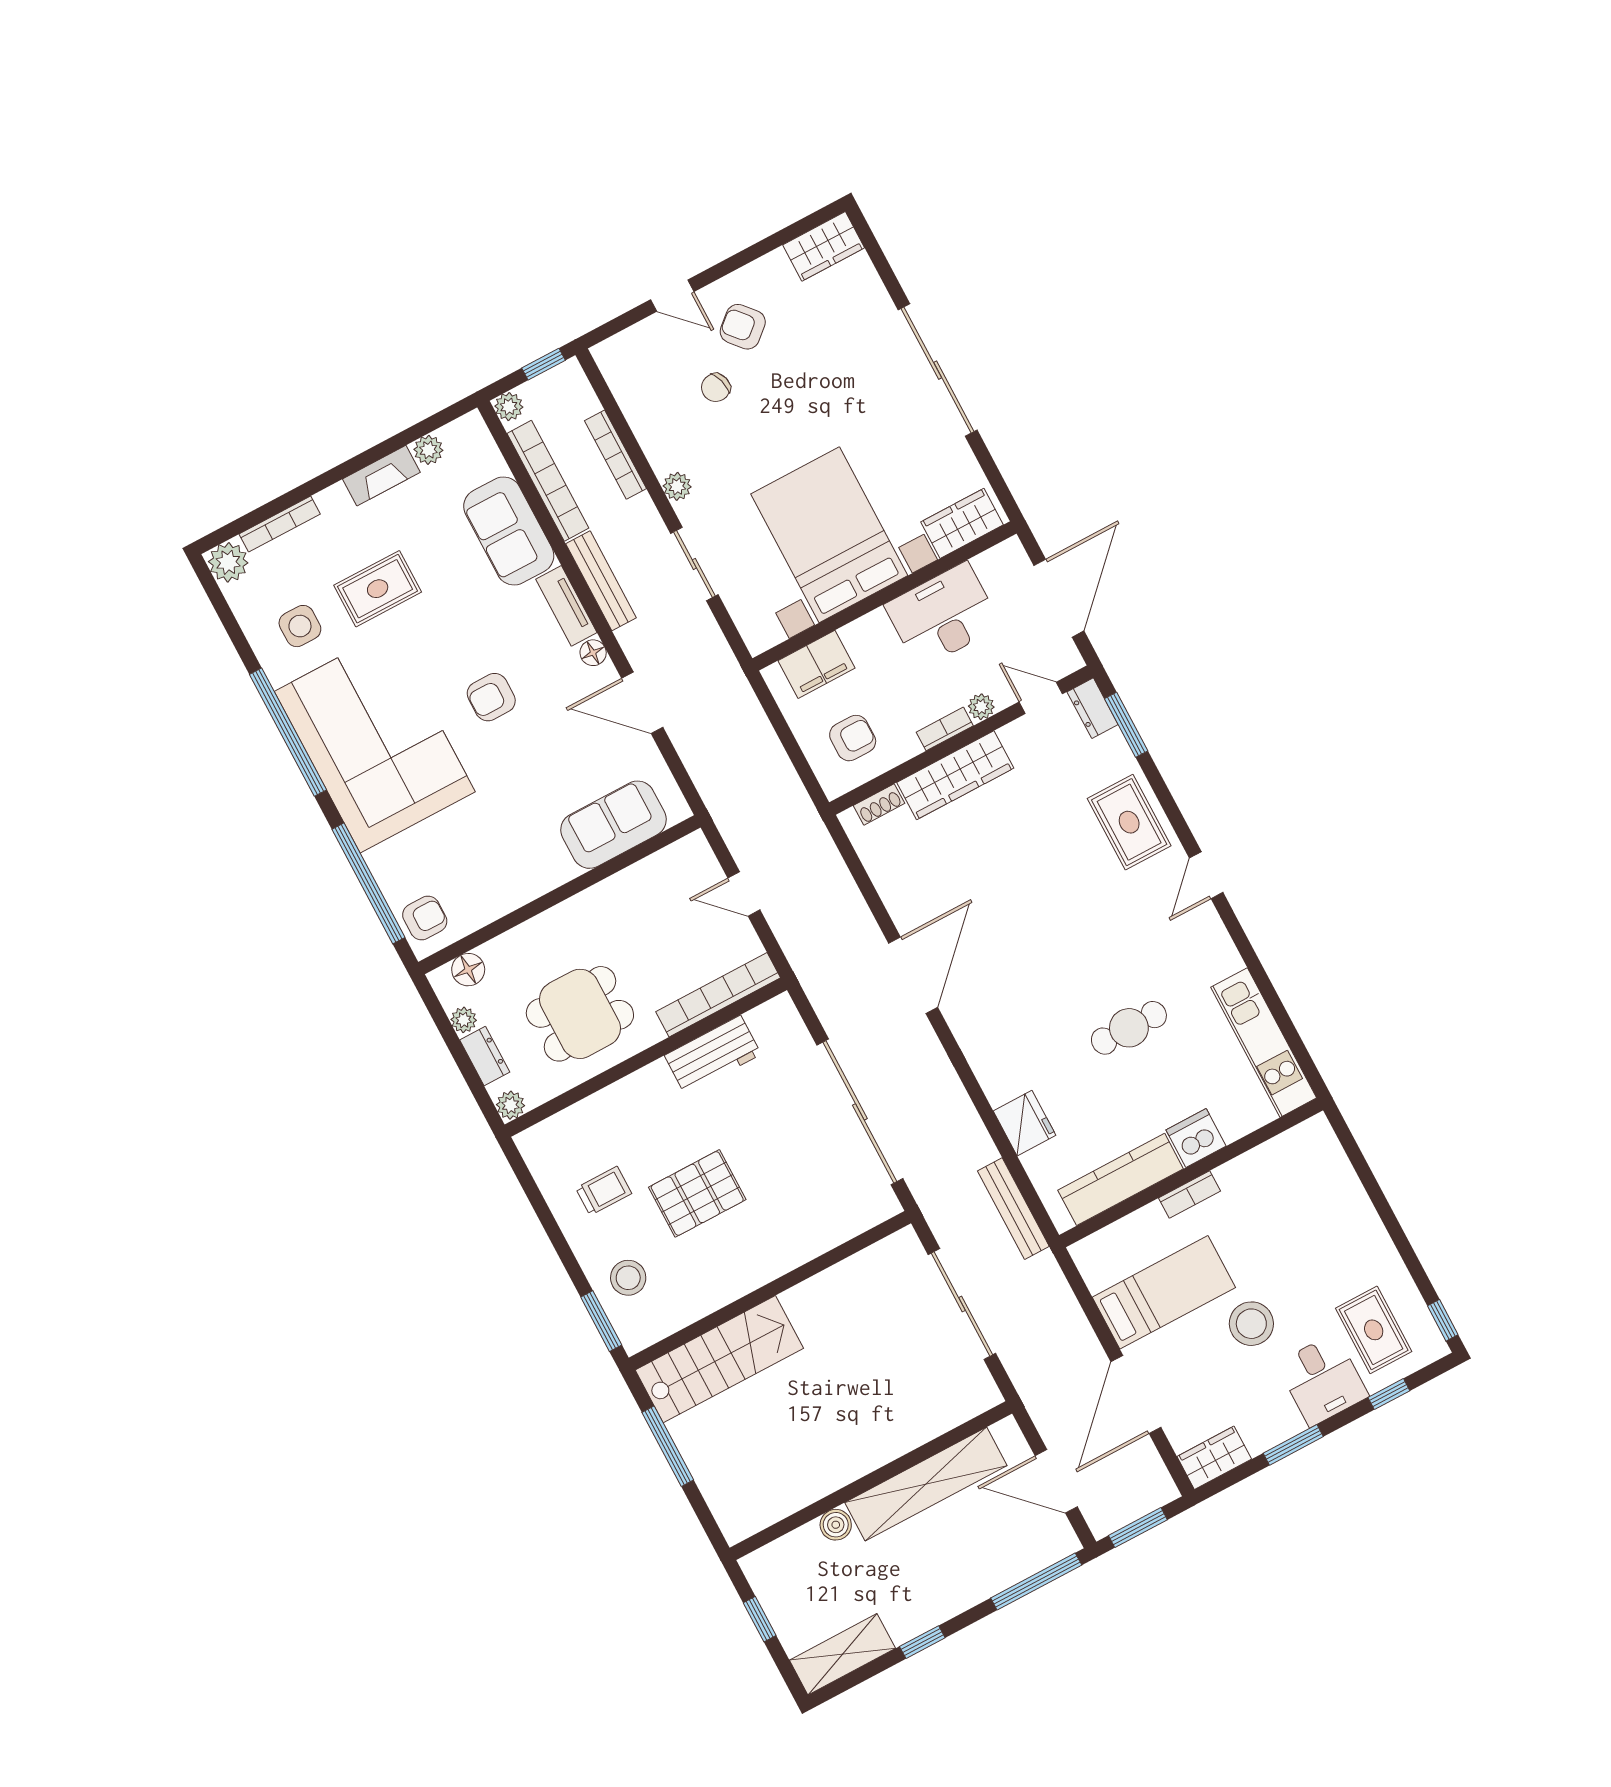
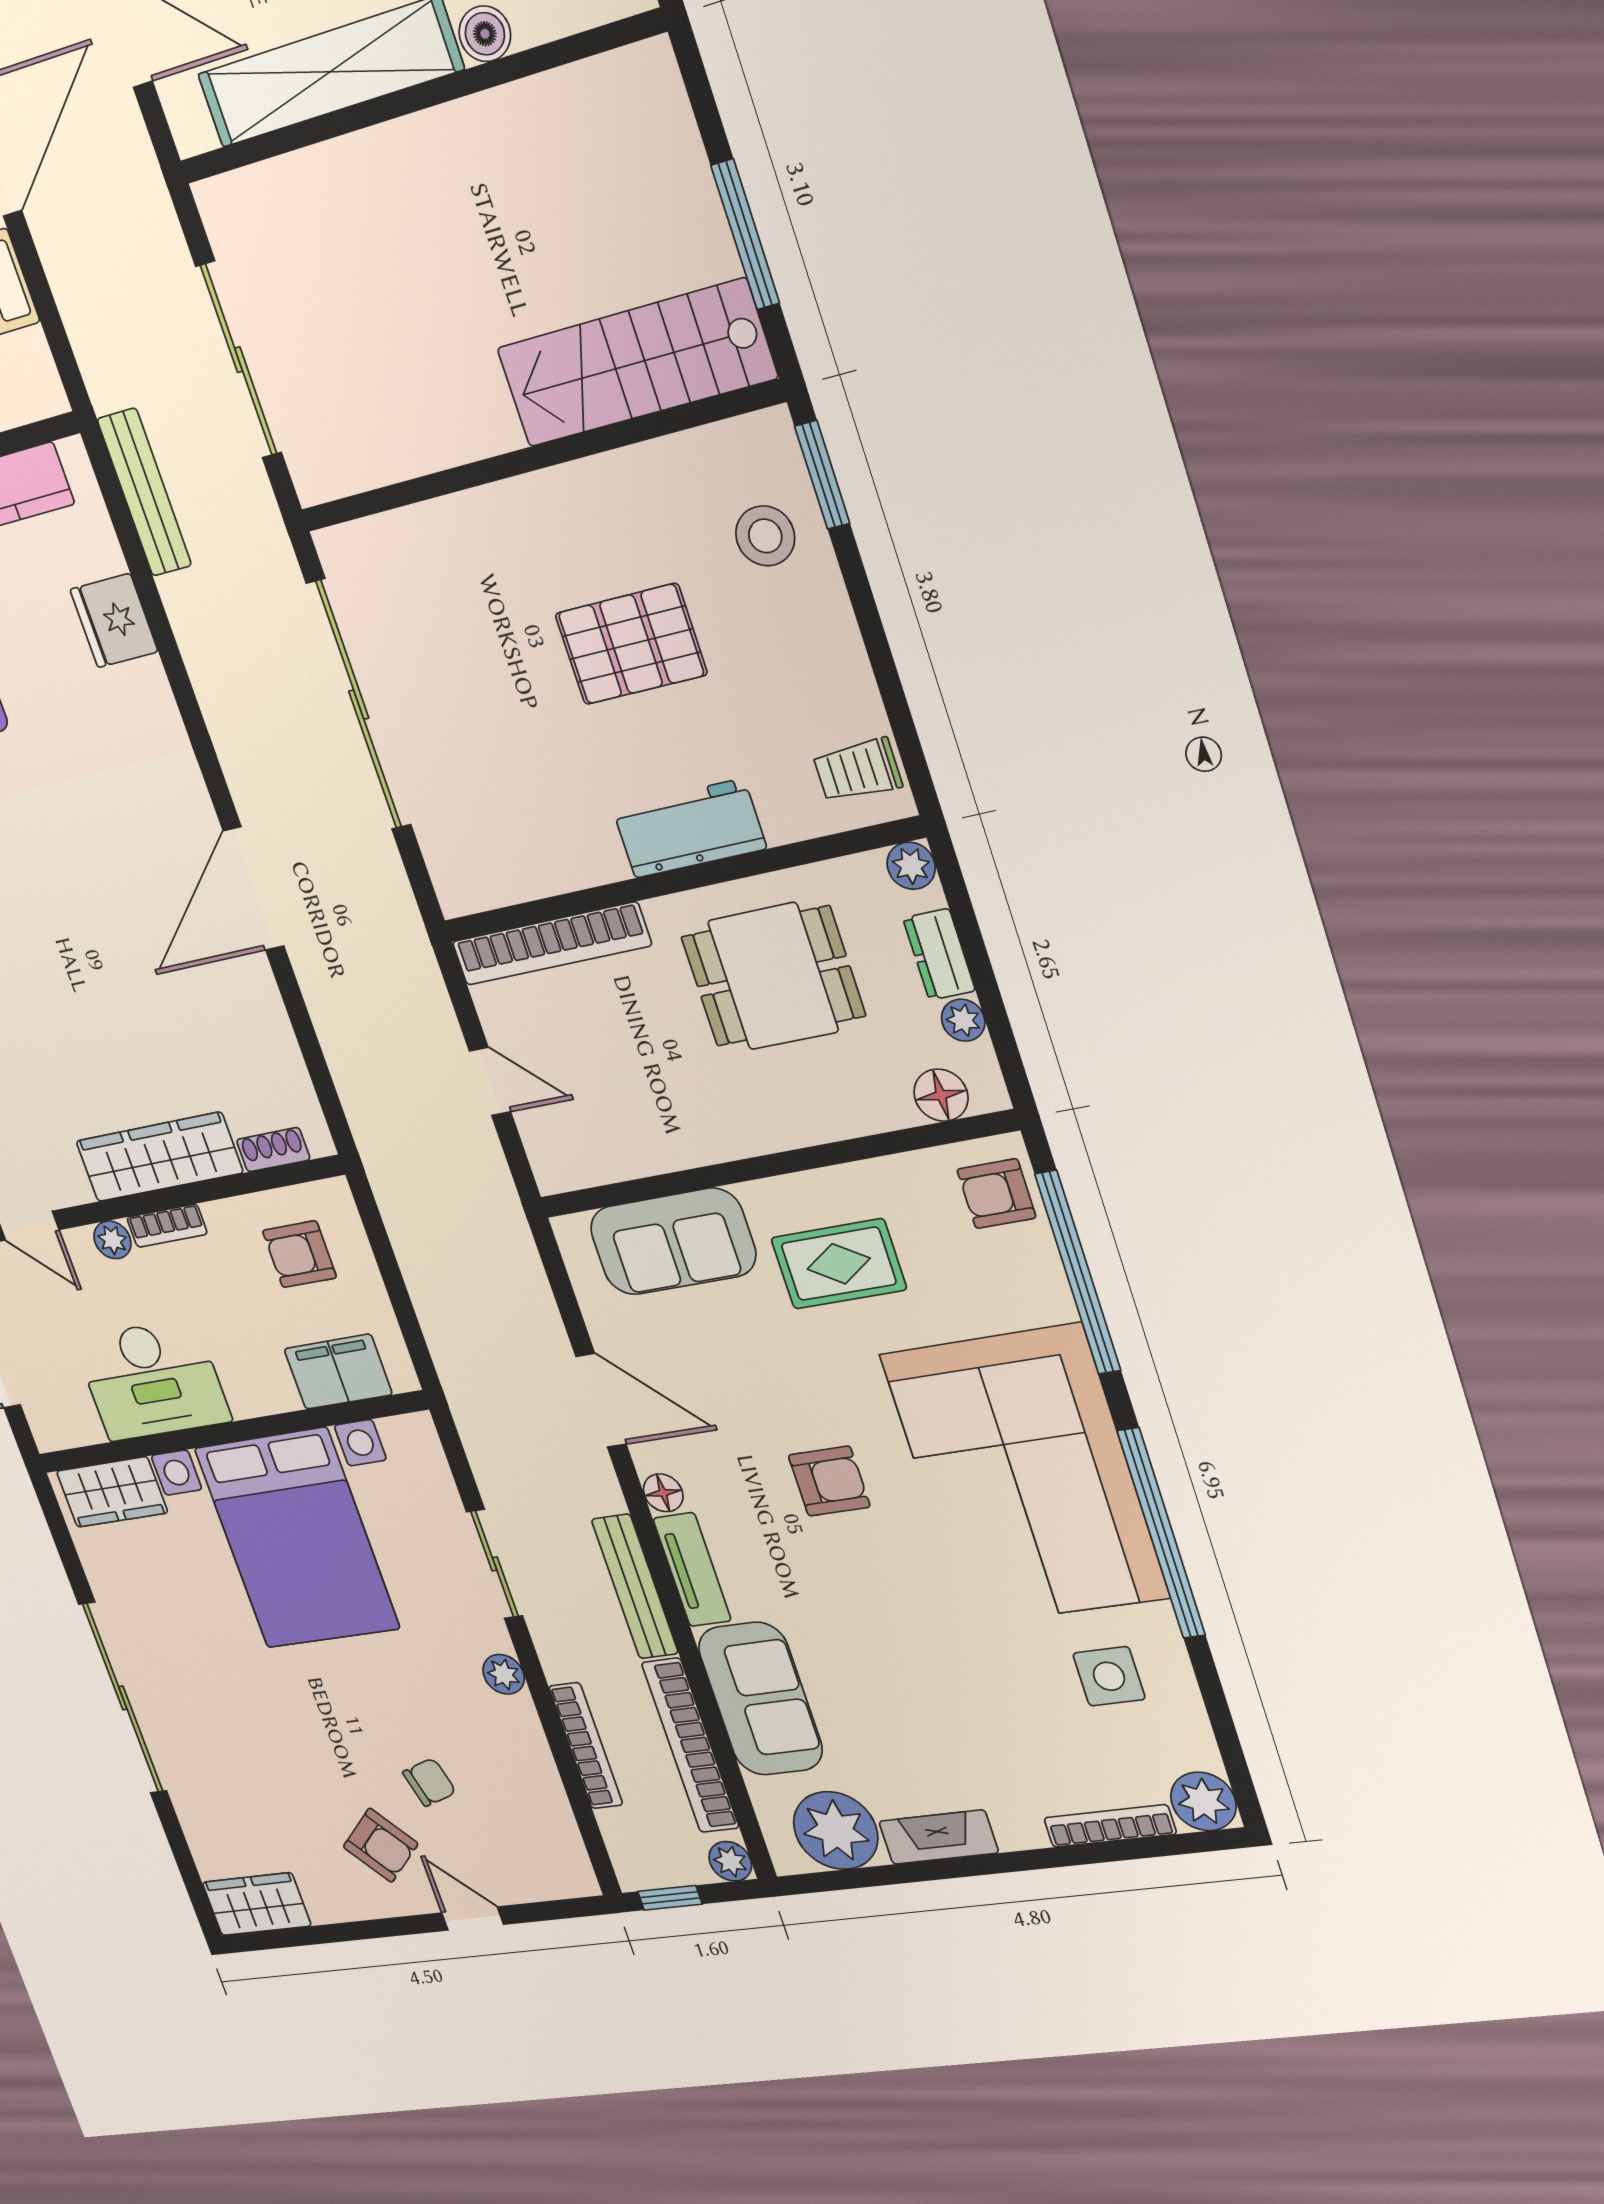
plant: (428, 450) -> (836, 1830), width x1.87, depth x1.87
rug: (378, 589) -> (839, 1264), moved
workbench: (713, 1055) -> (689, 828), moved
trolley: (604, 1191) -> (858, 770), moved

